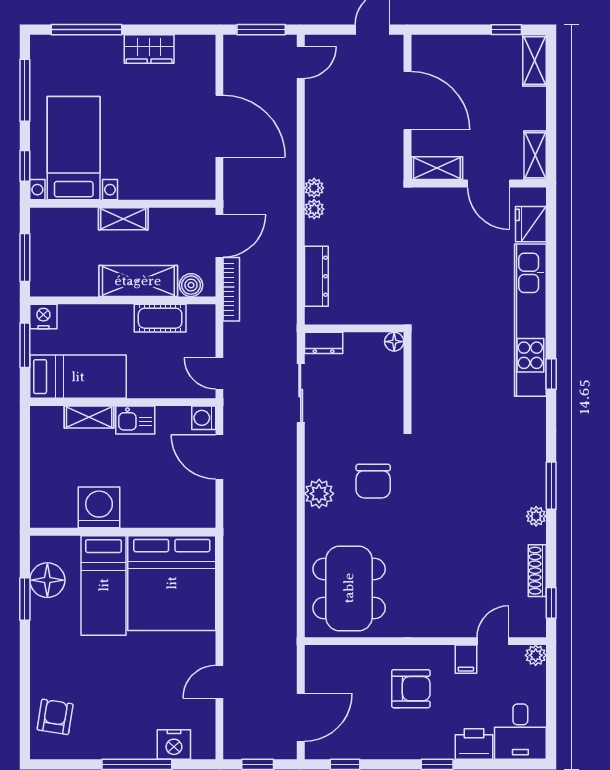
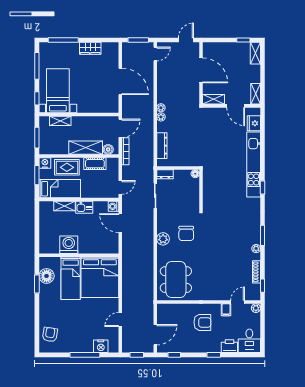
shelving: (123, 219) -> (60, 121), moved
rug: (95, 327) -> (67, 167), added
door: (219, 374) -> (120, 187), swing flipped

